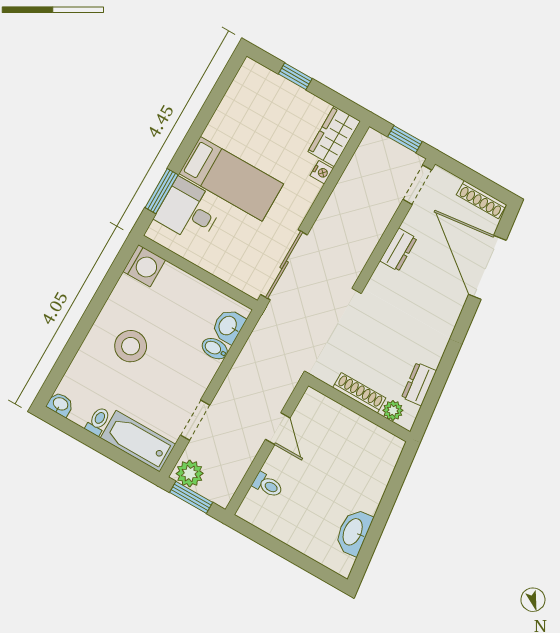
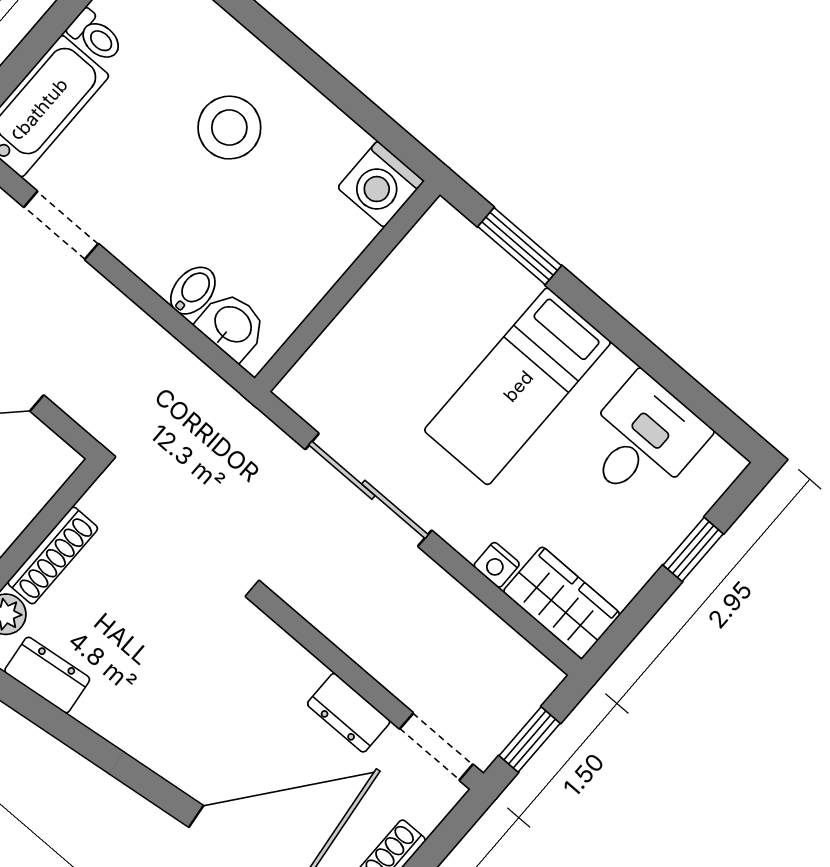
desk: (189, 211) -> (643, 440), moved
dresser: (398, 250) -> (349, 713), moved
sliding door: (284, 265) -> (368, 490), moved

